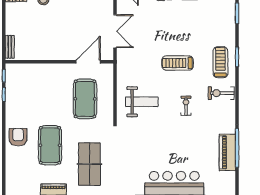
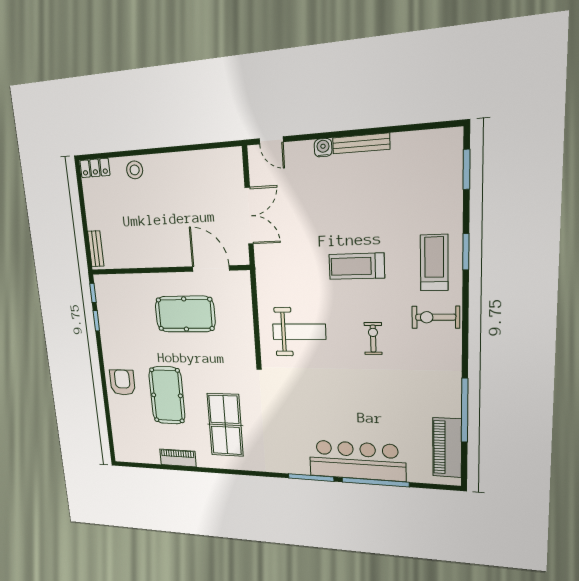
door: (88, 62) -> (211, 269), hinge flipped
pool table: (85, 99) -> (185, 314), moved, turned 90
piano: (227, 152) -> (447, 448), moved

